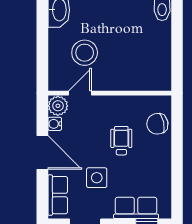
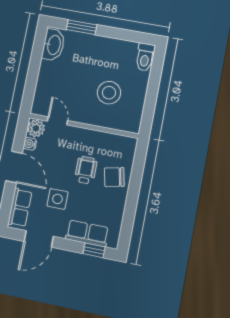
stool: (85, 53) -> (109, 93), moved
door: (80, 93) -> (58, 121), hinge flipped
chair: (157, 124) -> (114, 177), moved

